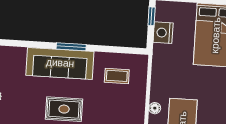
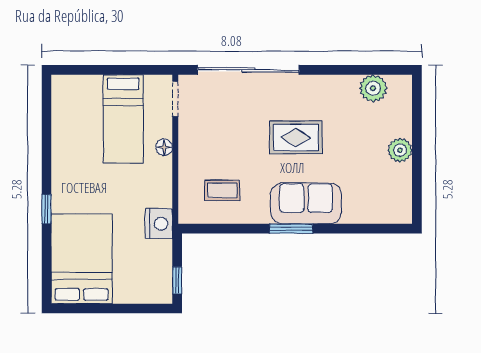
nightstand: (163, 33) -> (159, 224), moved
sofa: (60, 63) -> (306, 203), width x0.73

